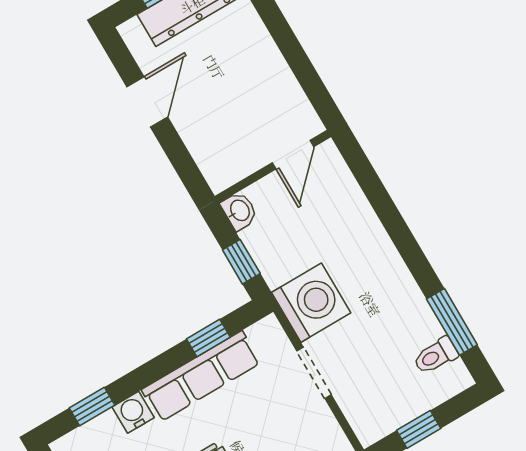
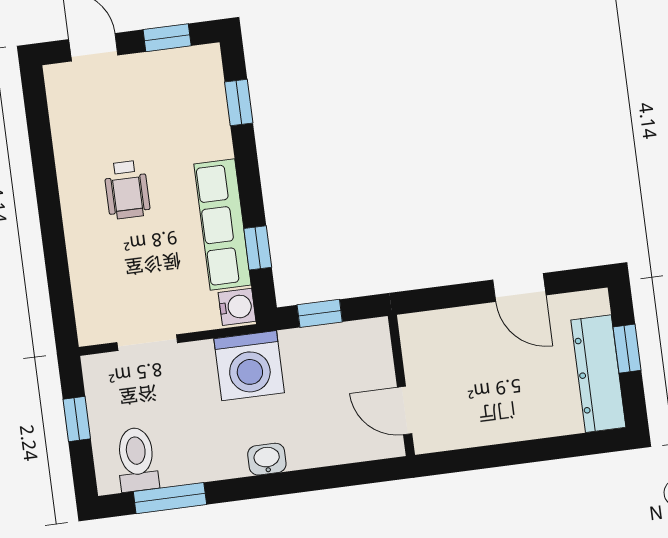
washbasin: (239, 211) -> (267, 459), moved, turned 180
toilet: (436, 356) -> (137, 459), width x1.37, depth x1.39
doorway: (314, 373) -> (147, 343), moved
water cooler: (133, 412) -> (237, 307), moved

